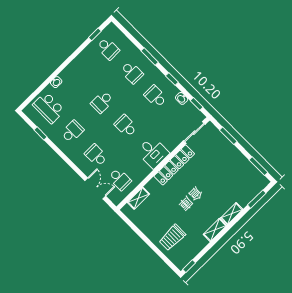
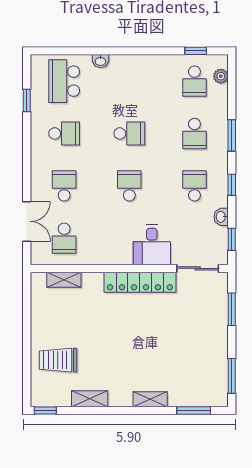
plant: (118, 35) -> (221, 76), added
school desk: (102, 102) -> (129, 133), turned 180
desk: (153, 152) -> (152, 245), moved
shelving: (215, 230) -> (90, 399), moved

